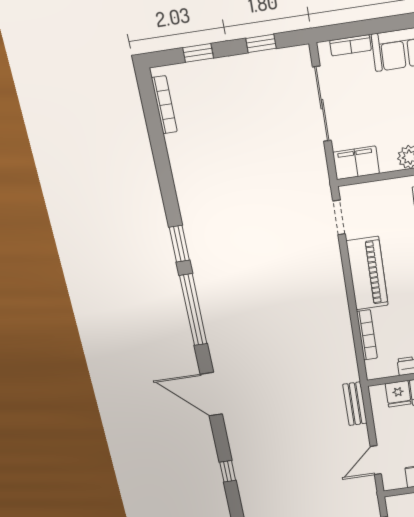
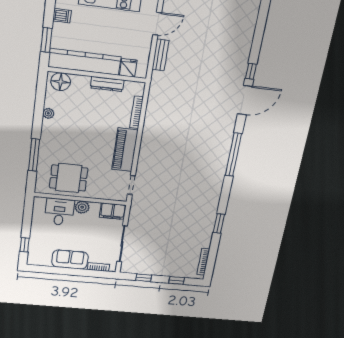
window: (179, 244) -> (219, 223), moved
door: (211, 394) -> (245, 100), hinge flipped
bench: (355, 404) -> (160, 55), moved
window: (228, 471) -> (251, 71), moved

